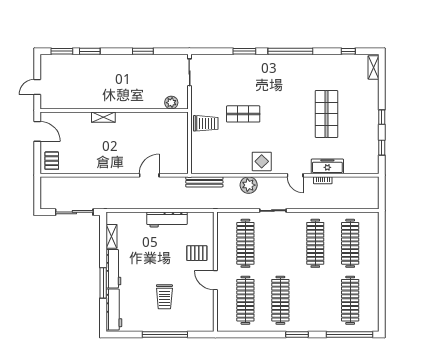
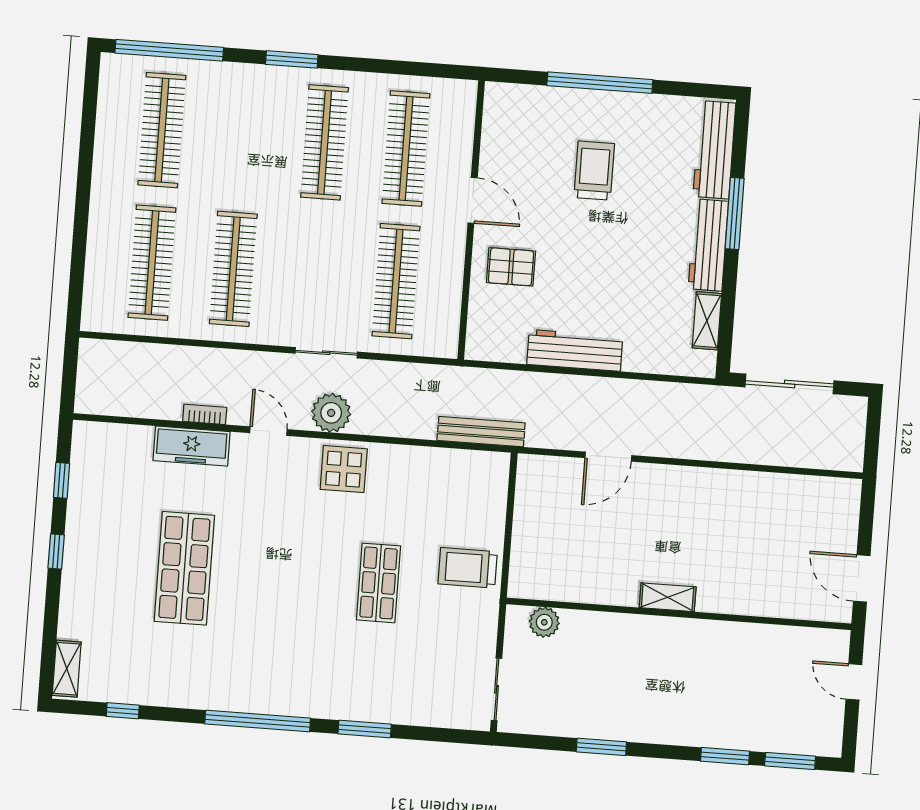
door: (37, 87) -> (854, 682), swing flipped
shop shelf: (243, 114) -> (379, 583), turned 90
shelving: (103, 117) -> (668, 597), moved
pallet: (52, 161) -> (833, 508), removed
plant: (249, 185) -> (331, 413), moved

